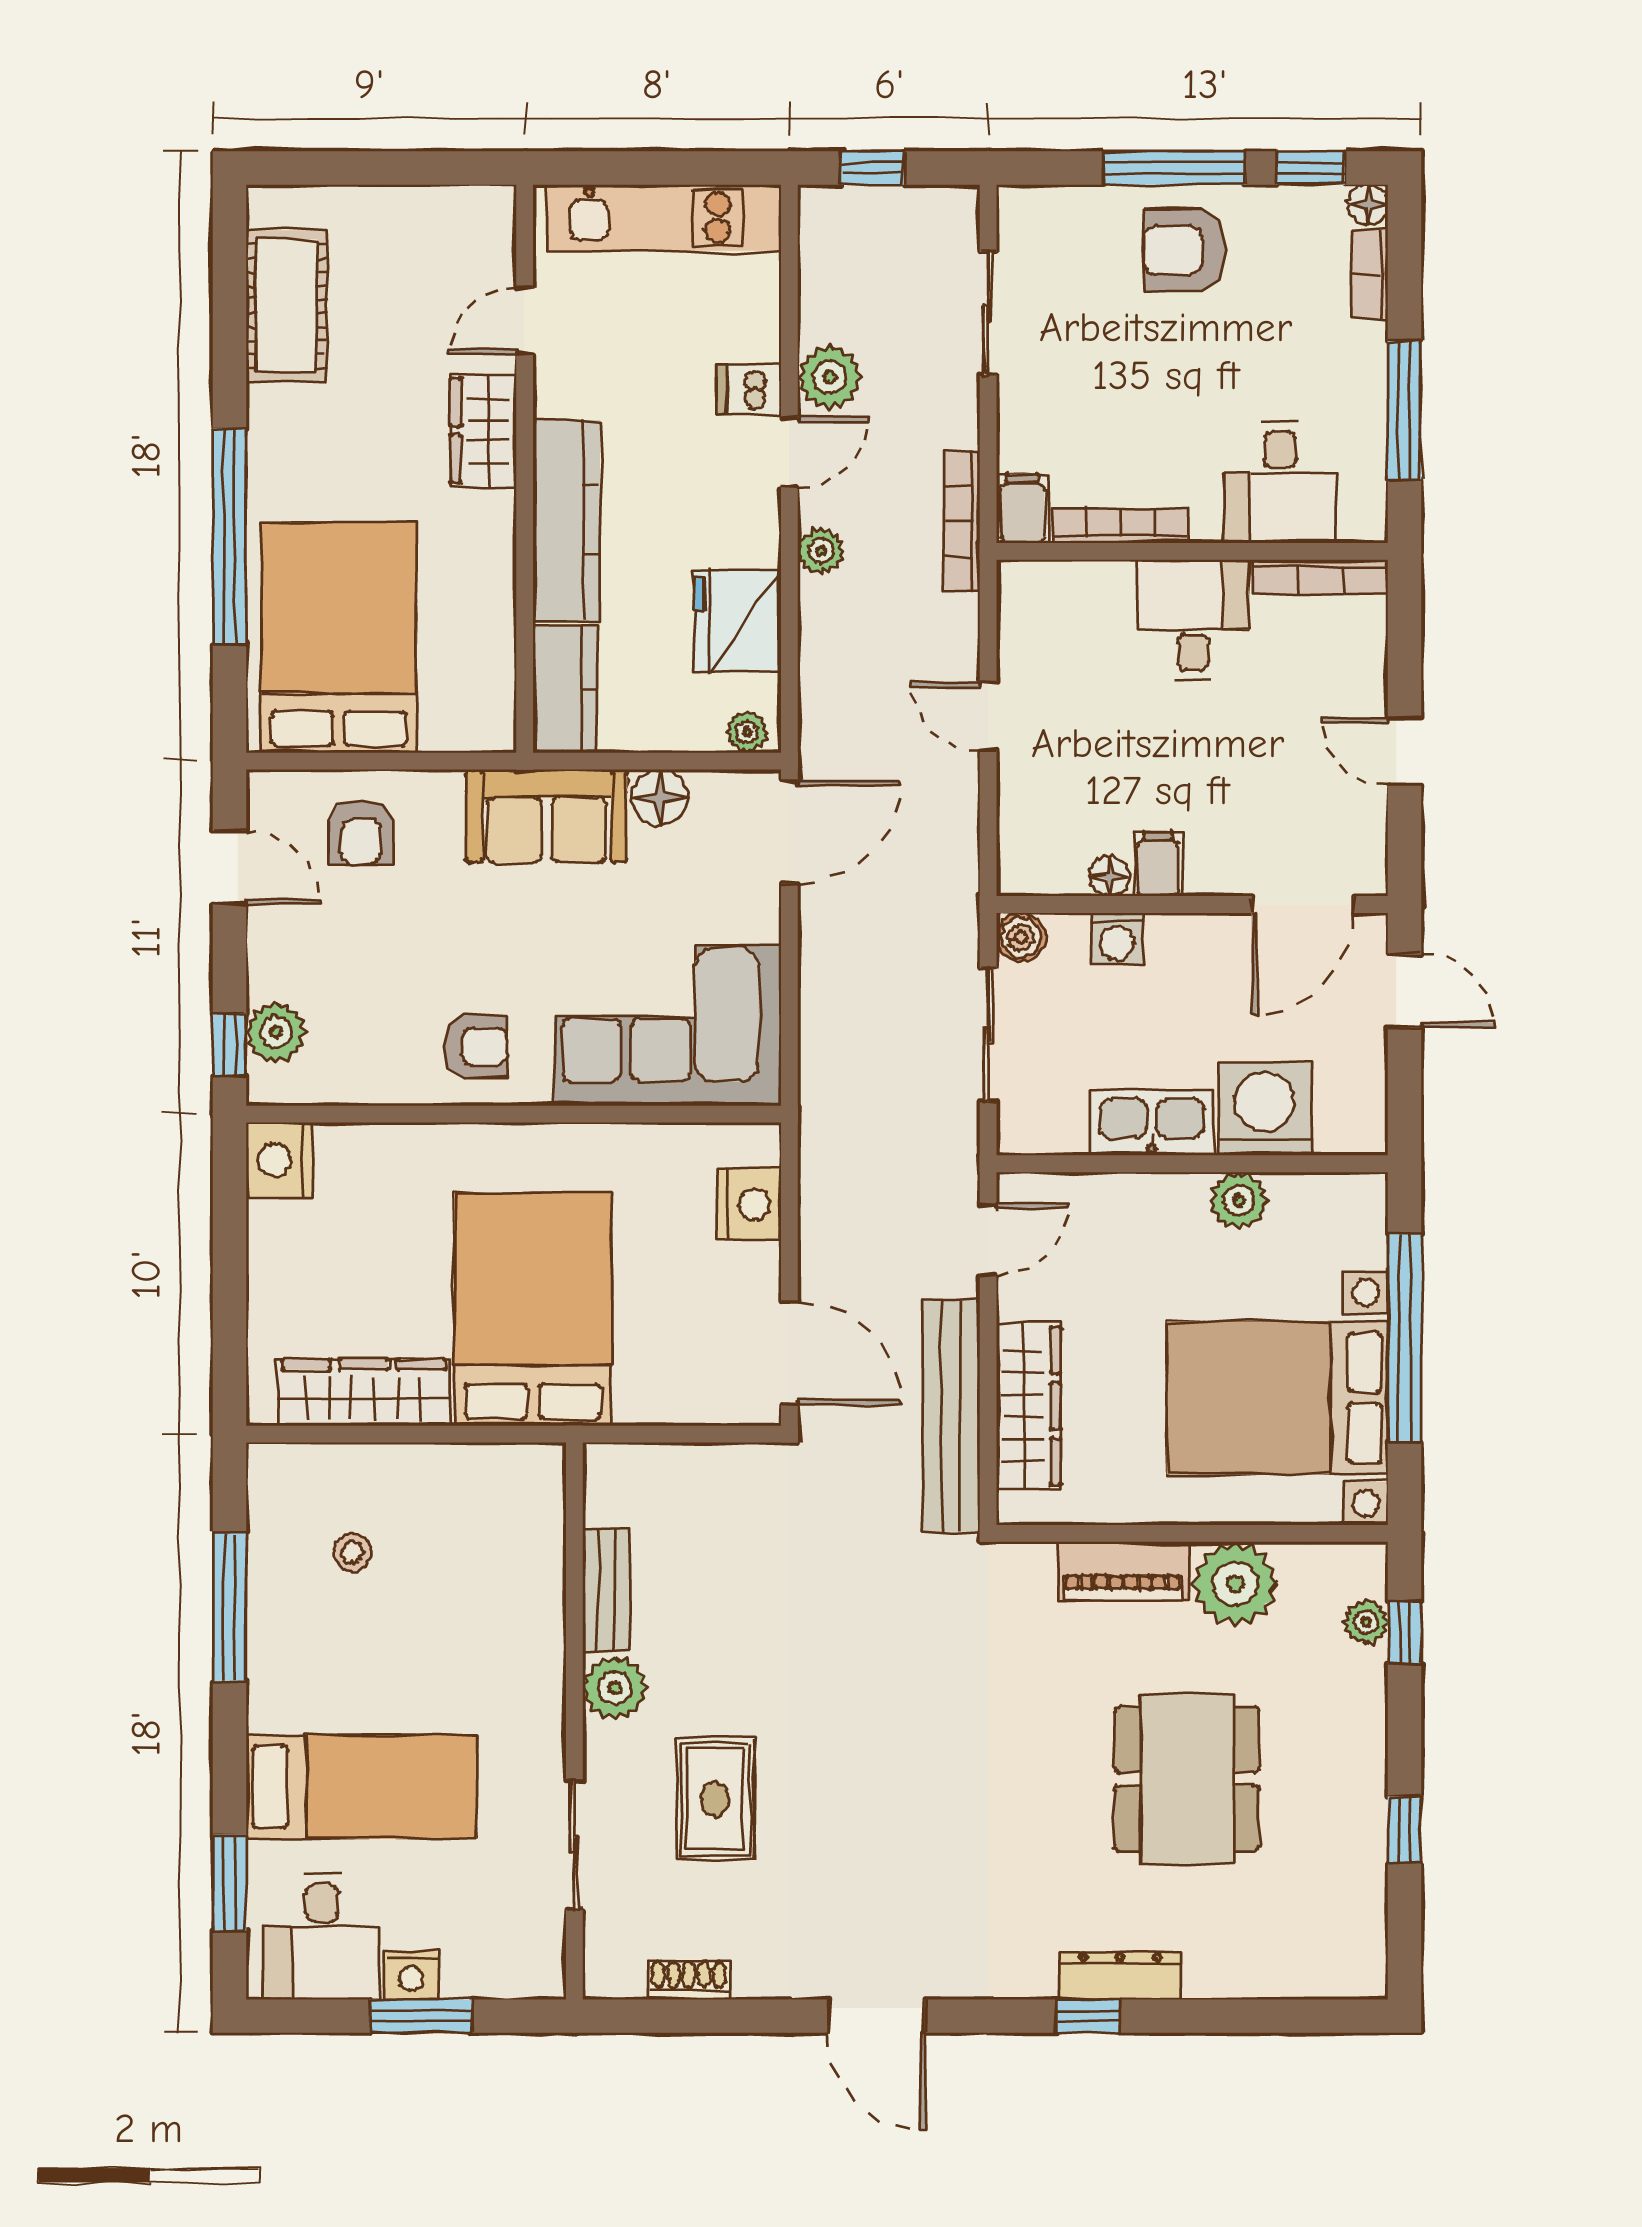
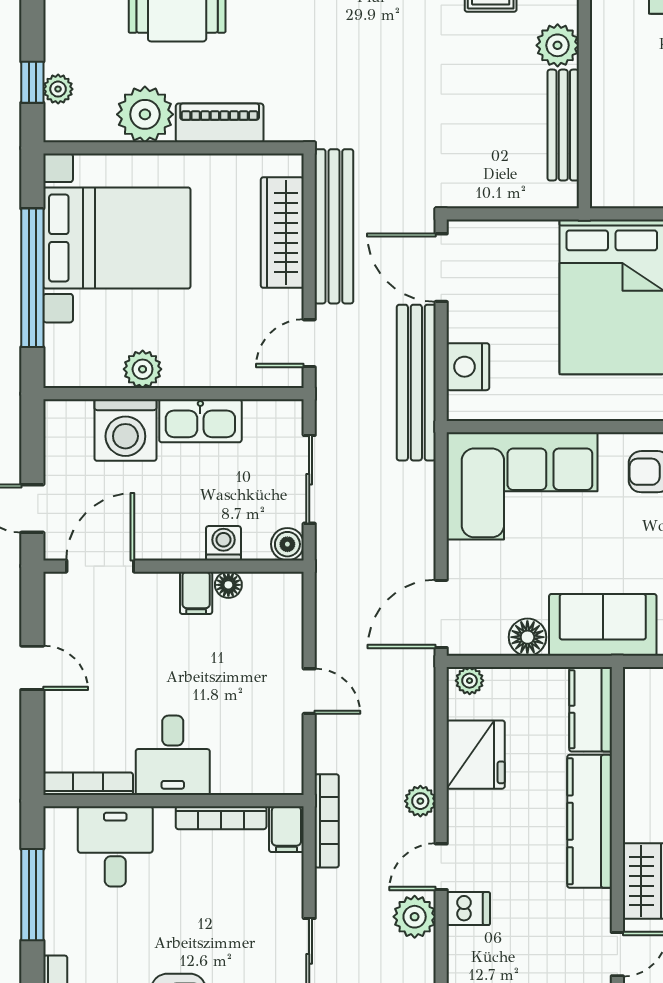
bench: (827, 1180) -> (416, 383), added
bench: (606, 1590) -> (563, 125), width x1.36

